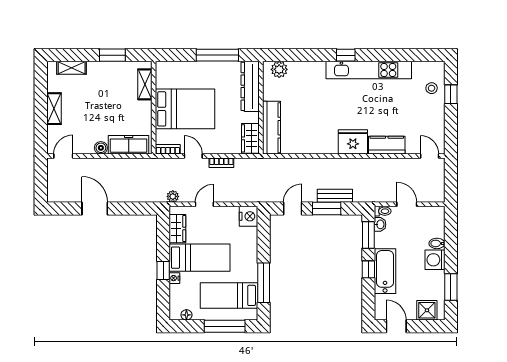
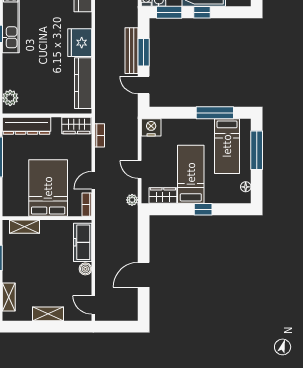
kitchen counter: (272, 128) -> (83, 83), moved, turned -90
fridge: (353, 142) -> (80, 43), moved
bookcase: (221, 163) -> (100, 135), moved
bench: (335, 196) -> (131, 51), width x1.36
nightstand: (174, 278) -> (210, 198), removed

